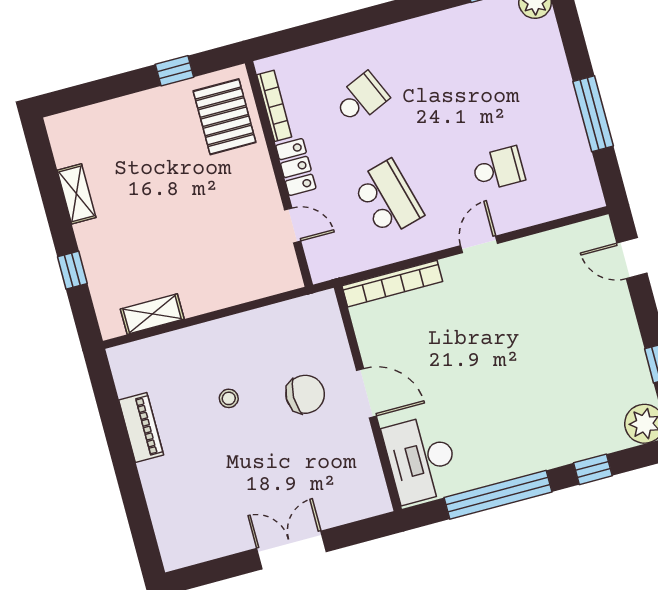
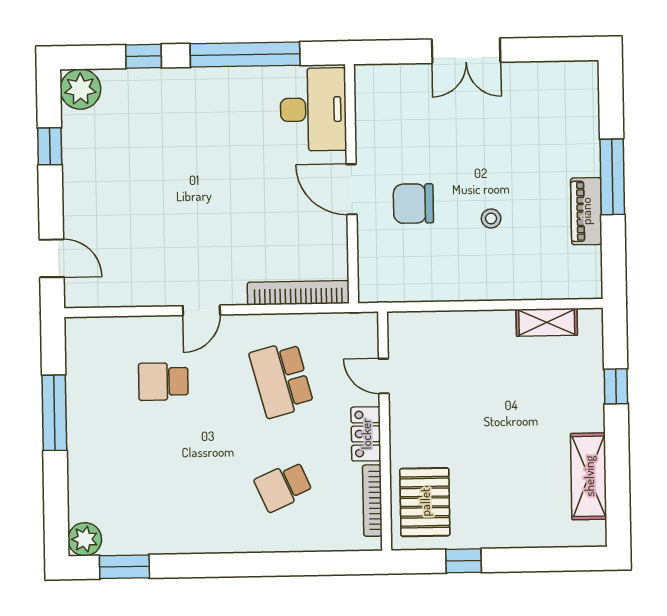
shelving: (76, 194) -> (589, 476), width x1.50, depth x1.33
window: (125, 466) -> (612, 177), added

